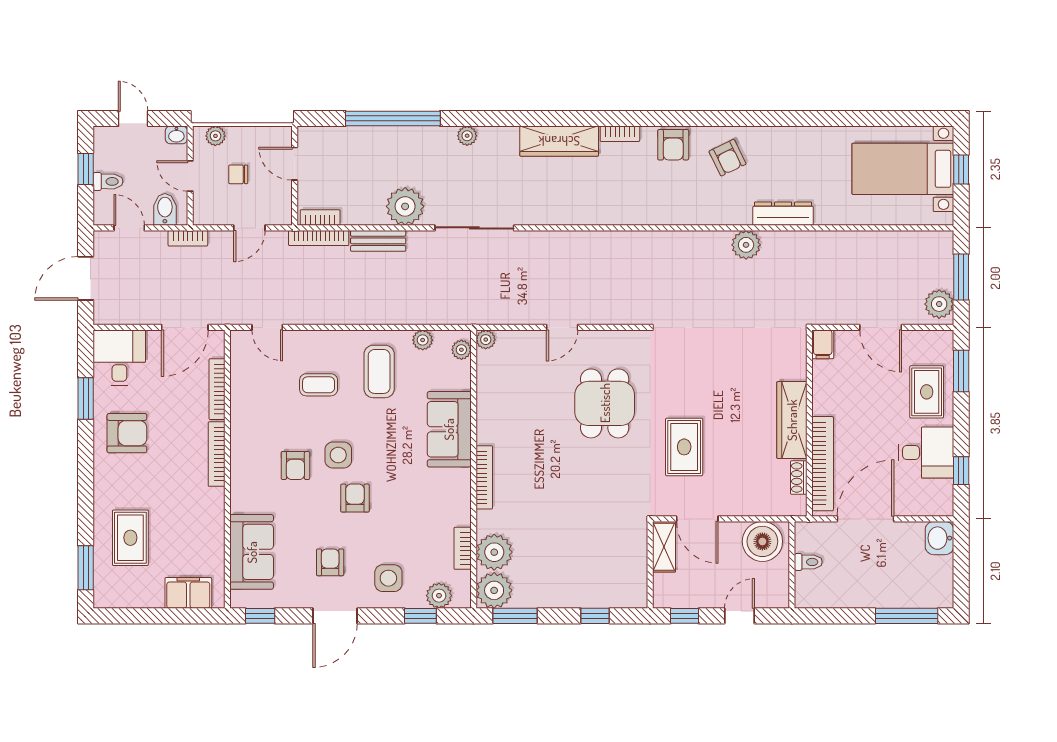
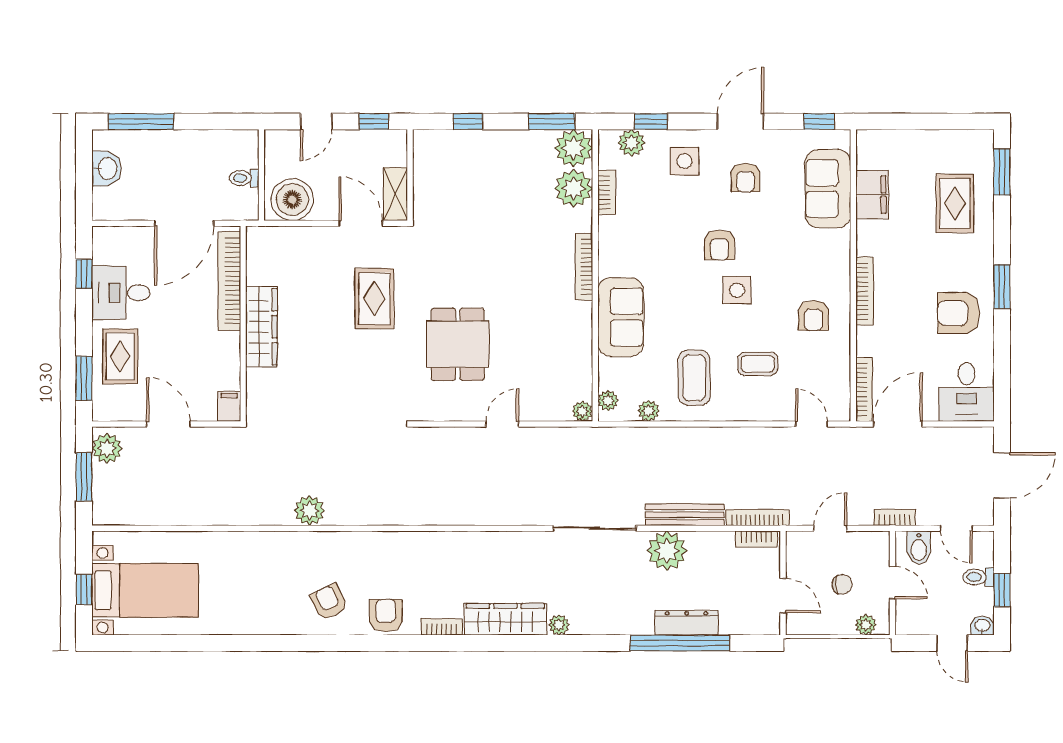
washbasin: (176, 135) -> (982, 626), moved
plant: (467, 136) -> (559, 625), moved
dresser: (783, 214) -> (687, 623), moved, turned 180
bench: (378, 241) -> (685, 515), width x1.36
bookcase: (217, 389) -> (864, 389), moved
window: (86, 399) -> (1002, 287), moved
armchair: (295, 465) -> (813, 316), moved, turned 180
shoe rack: (799, 478) -> (254, 267), removed
washbasin: (939, 538) -> (107, 169), moved
filing cabinet: (188, 593) -> (872, 195), moved, turned -90

